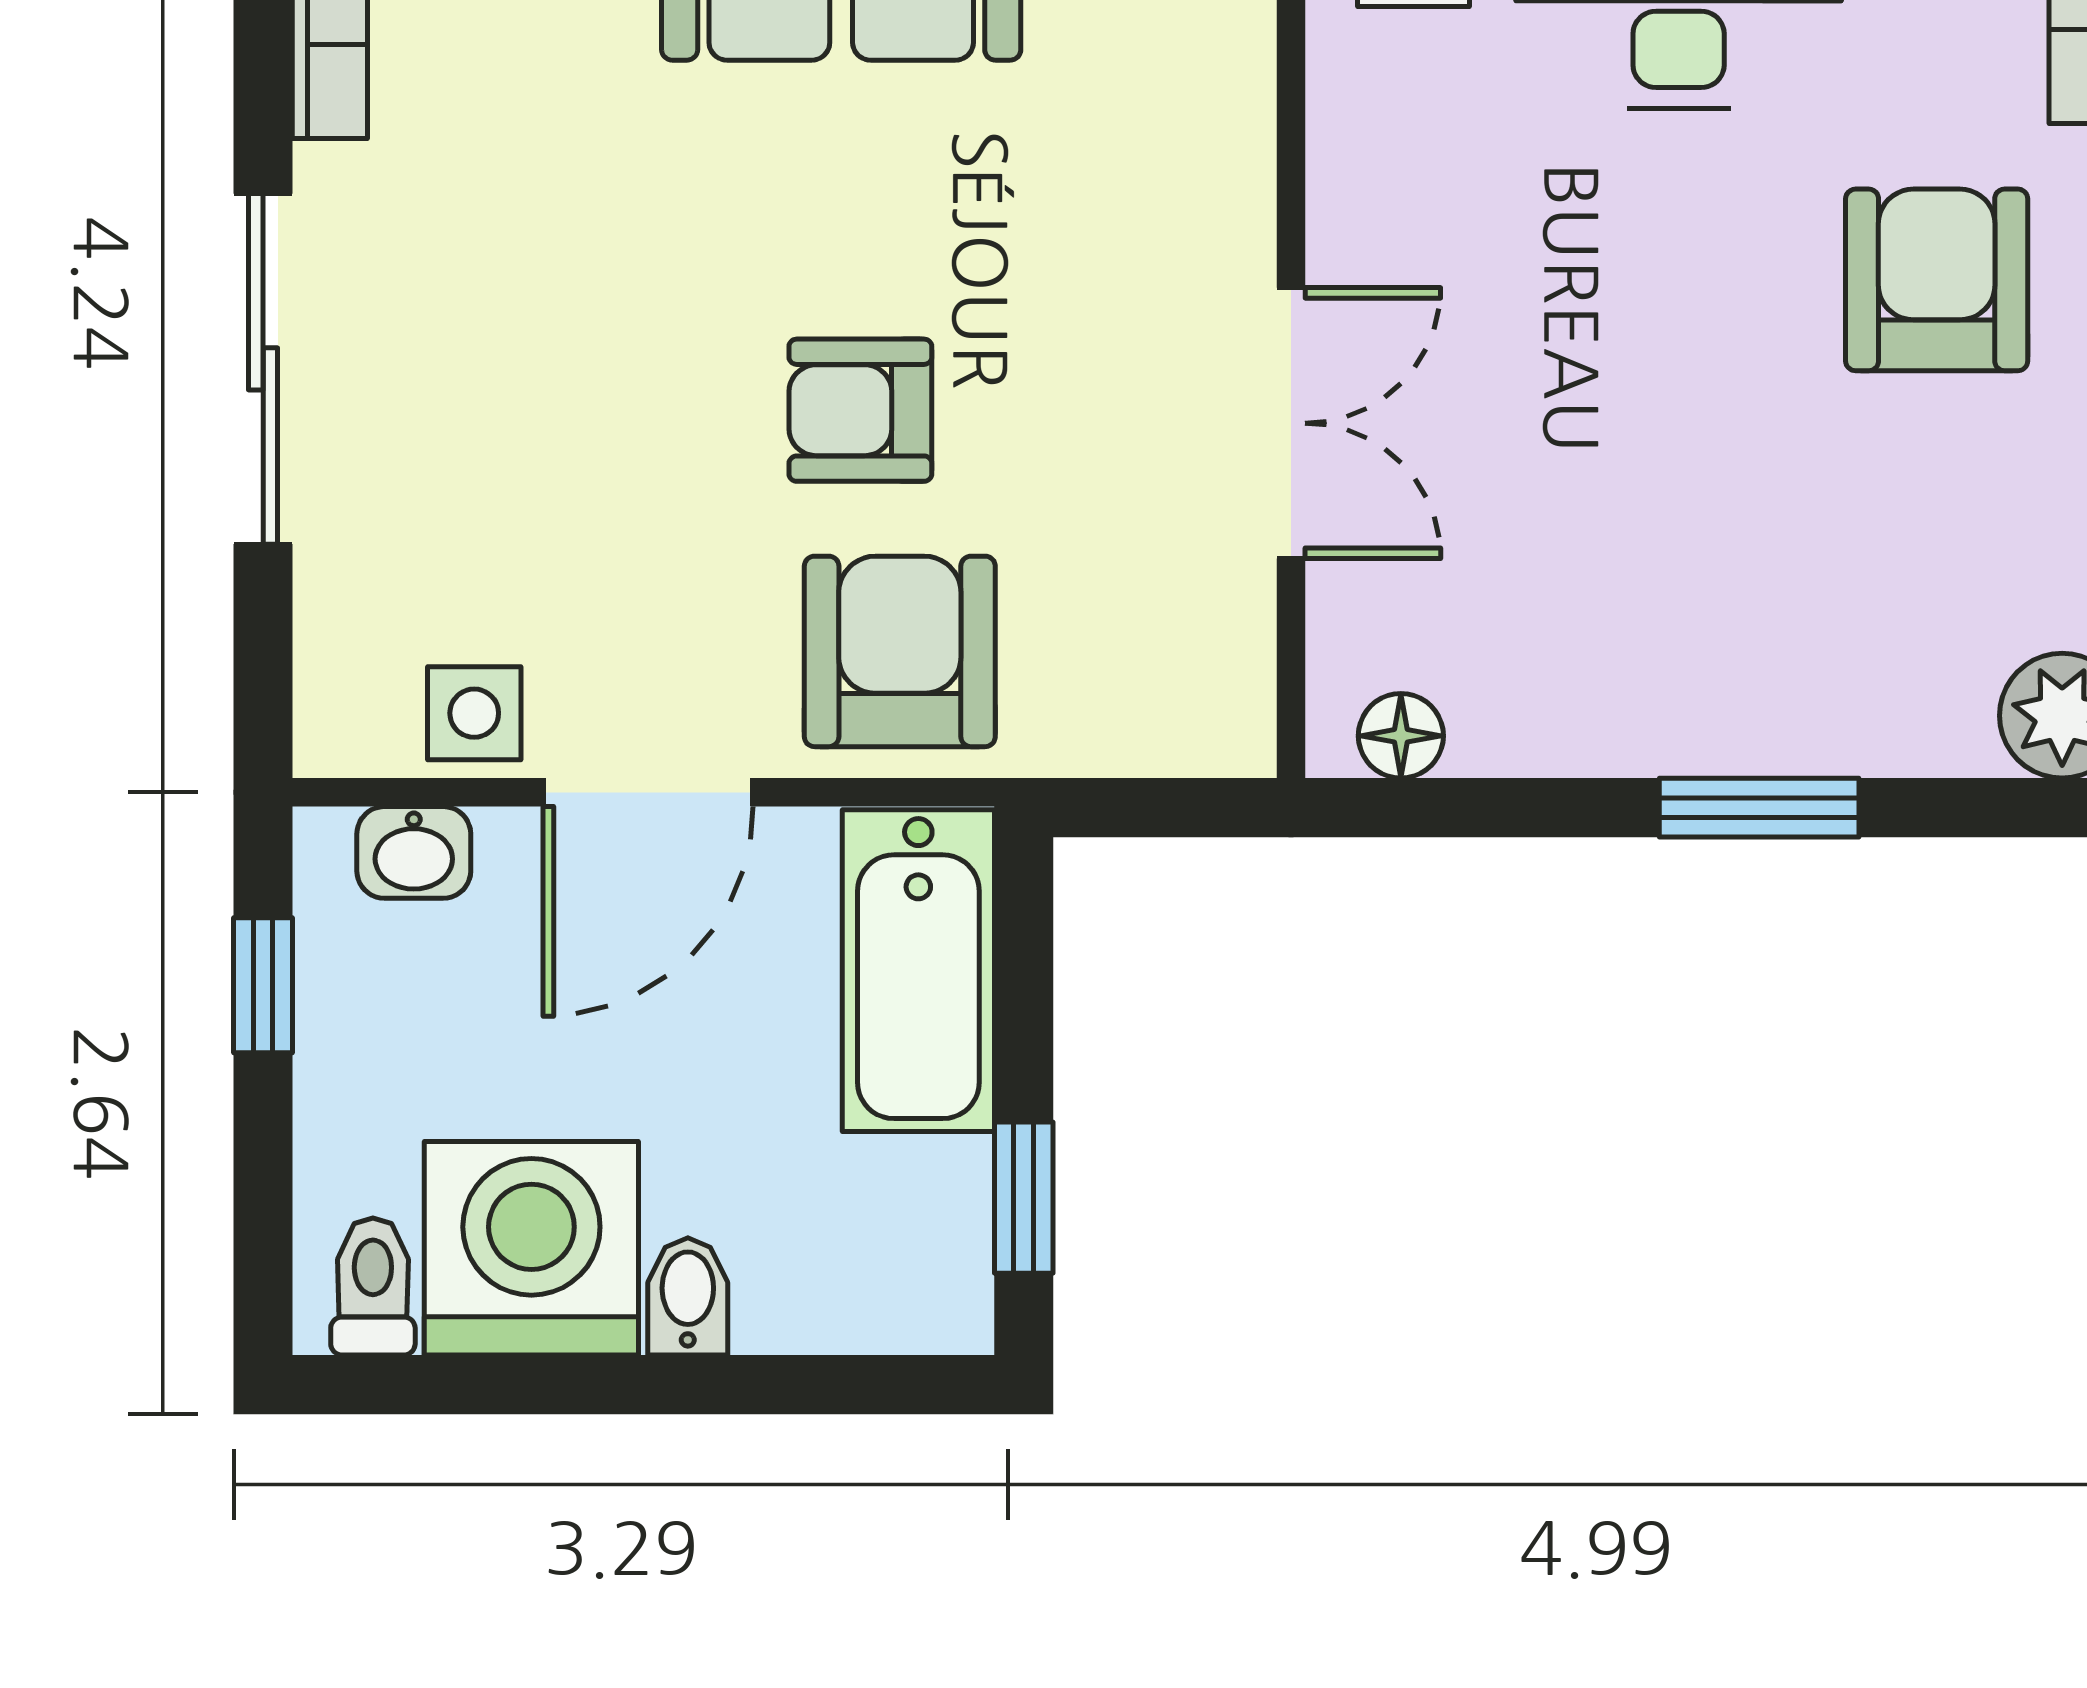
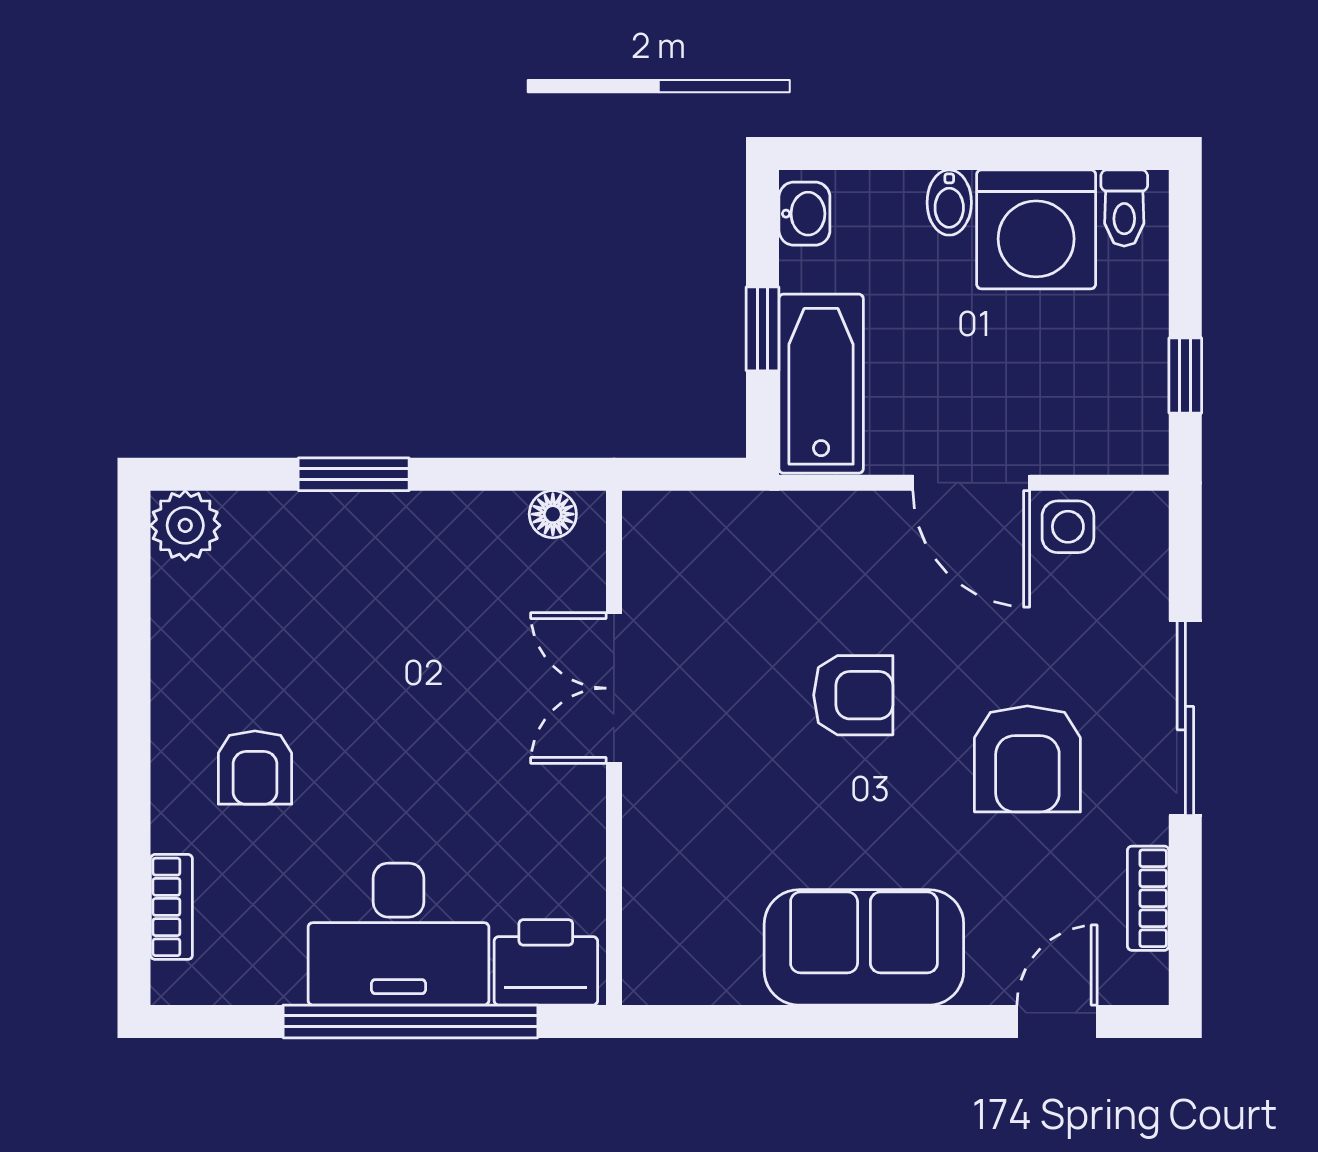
armchair: (1937, 280) -> (255, 768), width x0.72, depth x0.72
armchair: (900, 651) -> (1027, 759), moved
door: (648, 792) -> (971, 483), swing flipped
washbasin: (414, 852) -> (804, 214), moved, turned 90
window: (1024, 1198) -> (762, 329), moved

